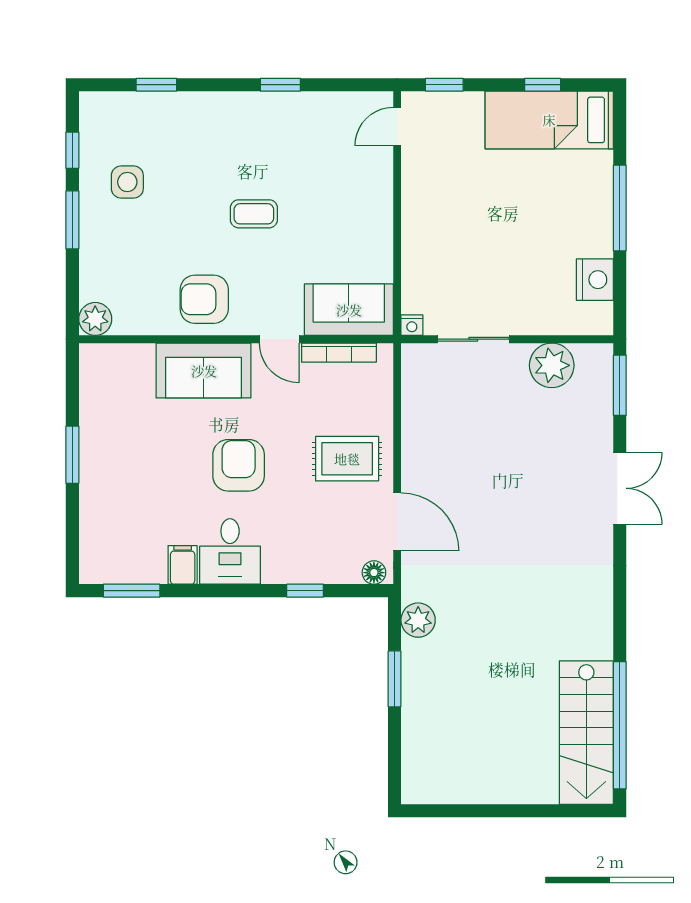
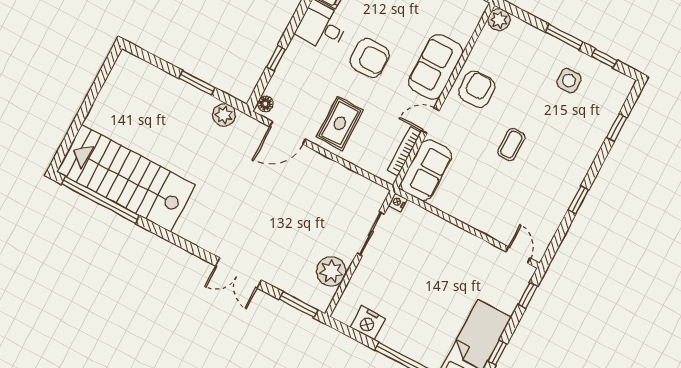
stairs: (586, 733) -> (126, 178), width x1.36, depth x1.51

